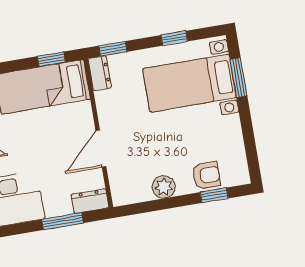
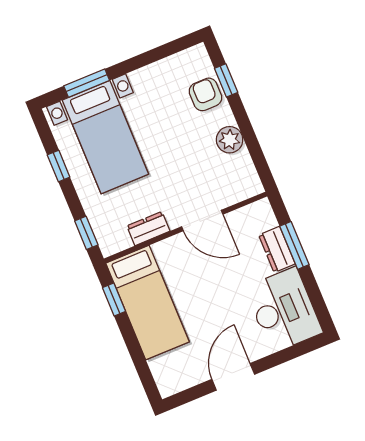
dresser: (100, 73) -> (148, 229), moved
dresser: (90, 201) -> (277, 249), moved

